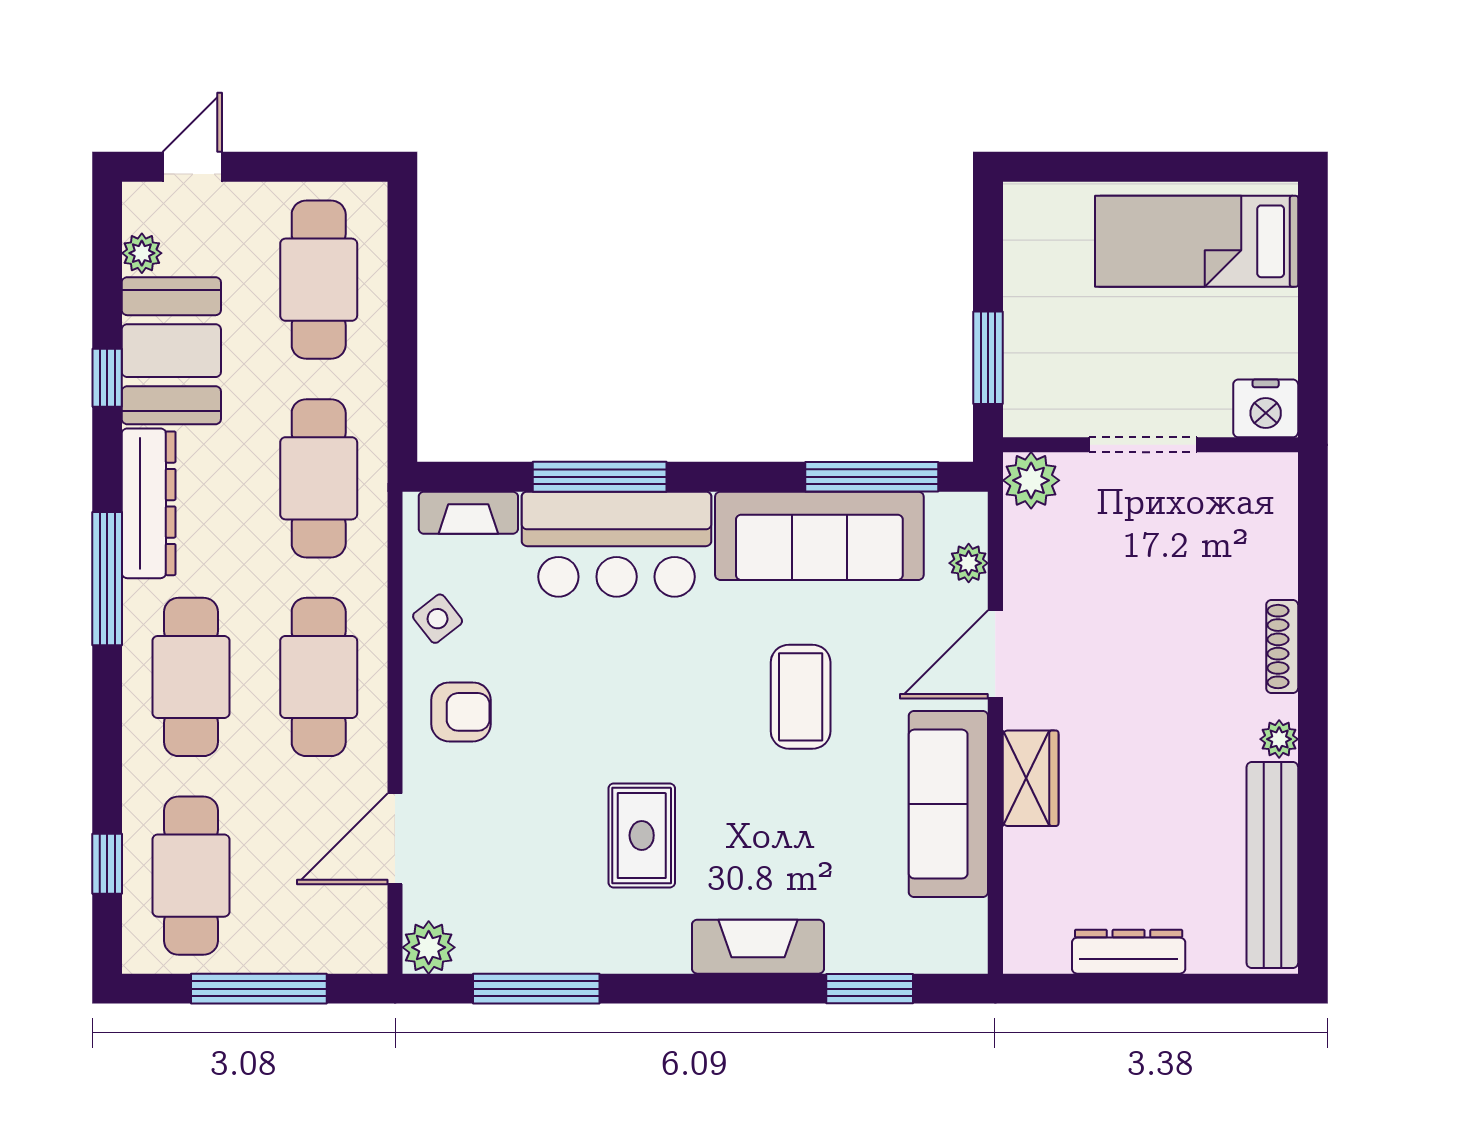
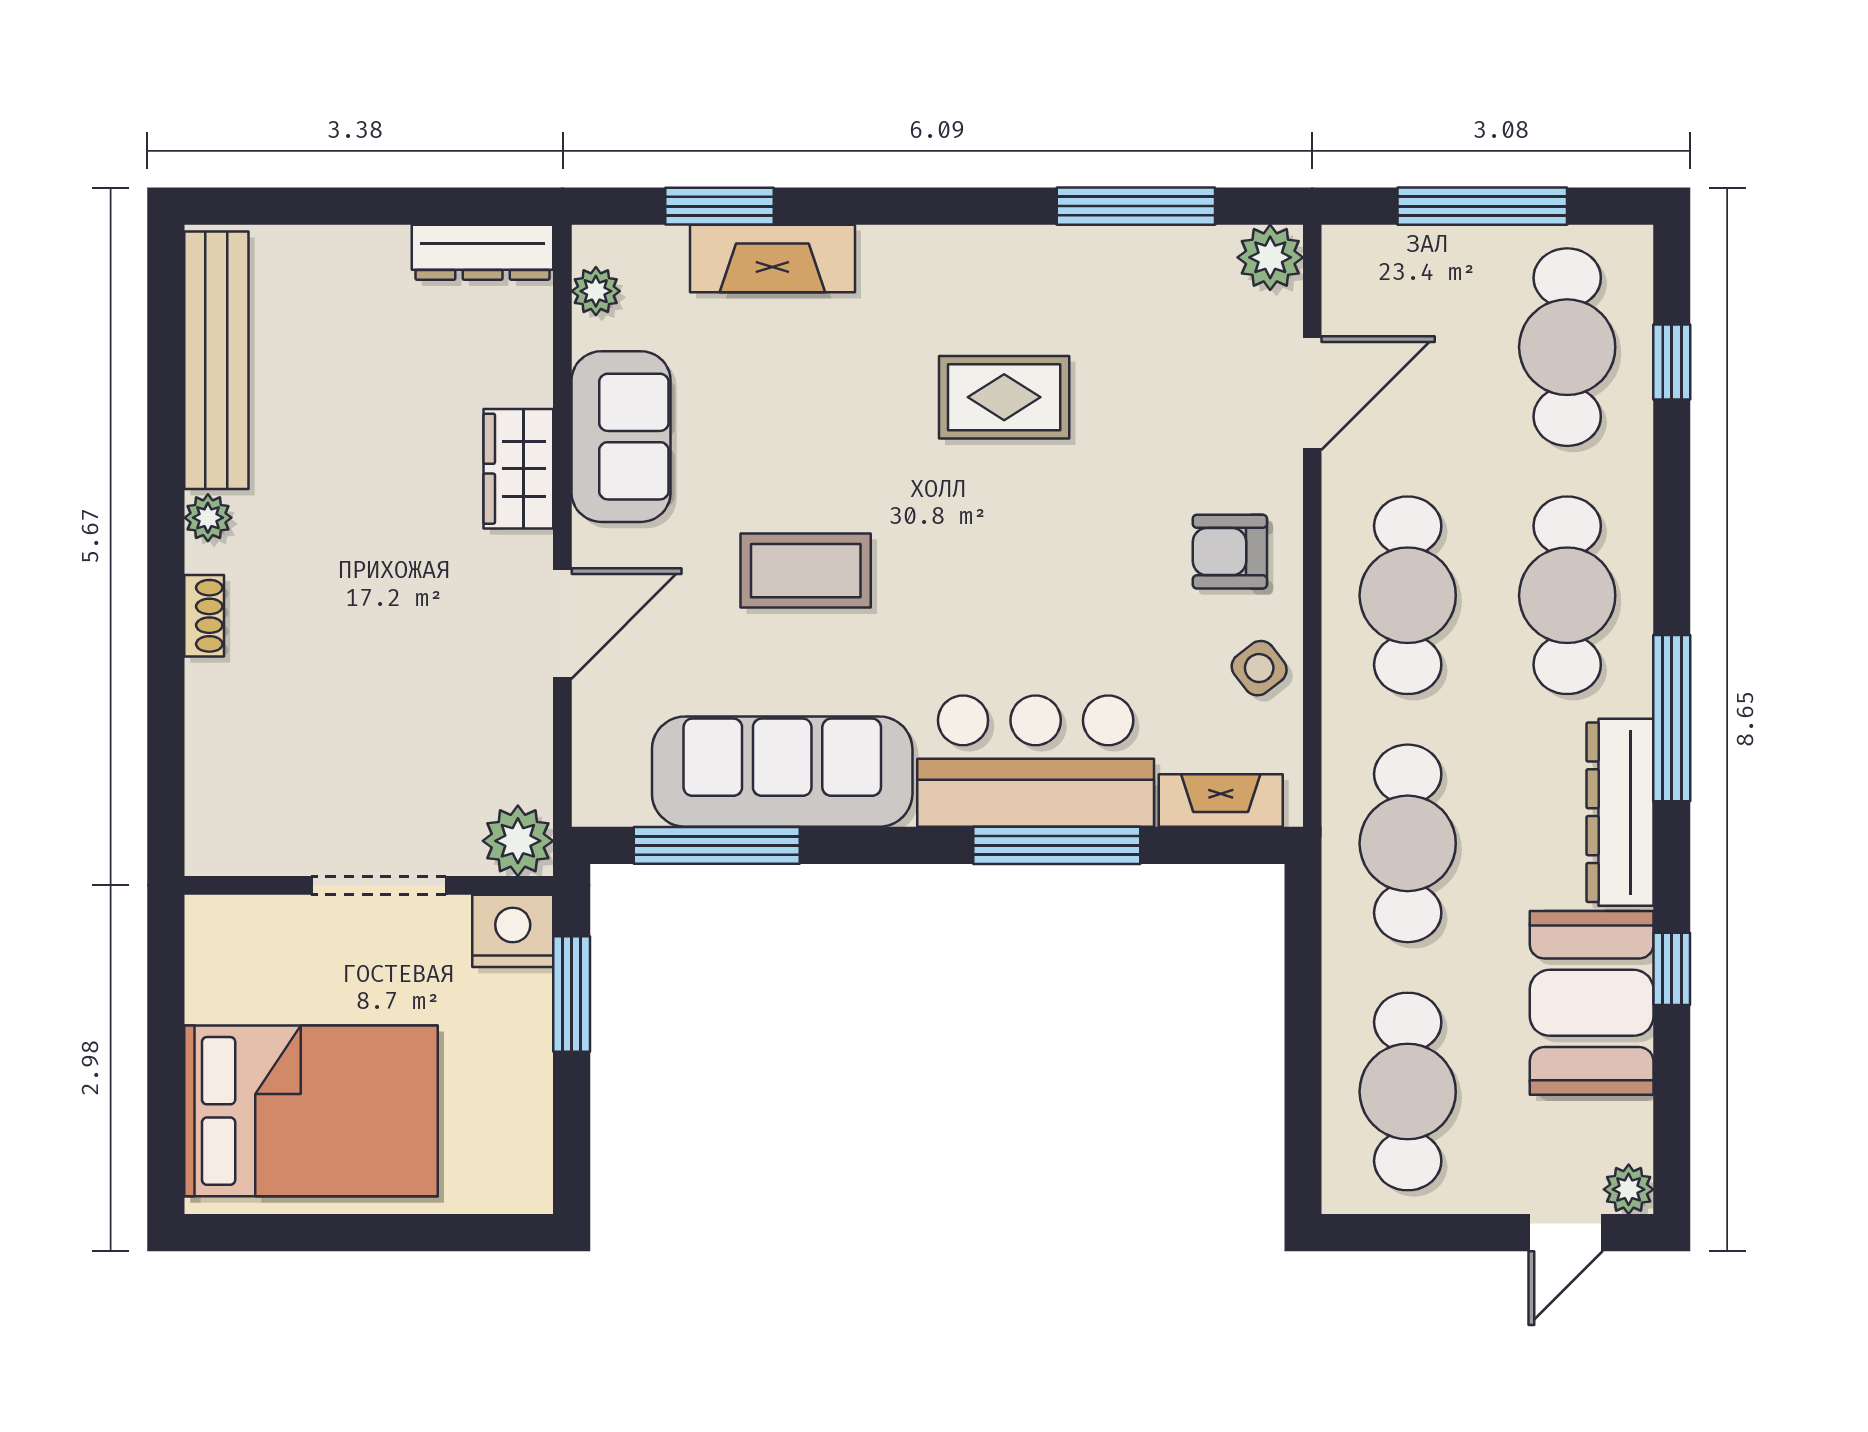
bed: (1197, 241) -> (311, 1111), width x1.50
plant: (142, 253) -> (1629, 1189), moved
nightstand: (1266, 408) -> (513, 931), moved
plant: (969, 563) -> (596, 291), moved
shoe rack: (1282, 647) -> (204, 616), width x0.70
coffee table: (801, 697) -> (806, 571), turned 90
sofa: (948, 804) -> (621, 437), width x0.73
rug: (642, 835) -> (1004, 397), turned 90
fireplace: (758, 947) -> (772, 258), moved
dresser: (1129, 952) -> (483, 252), moved

